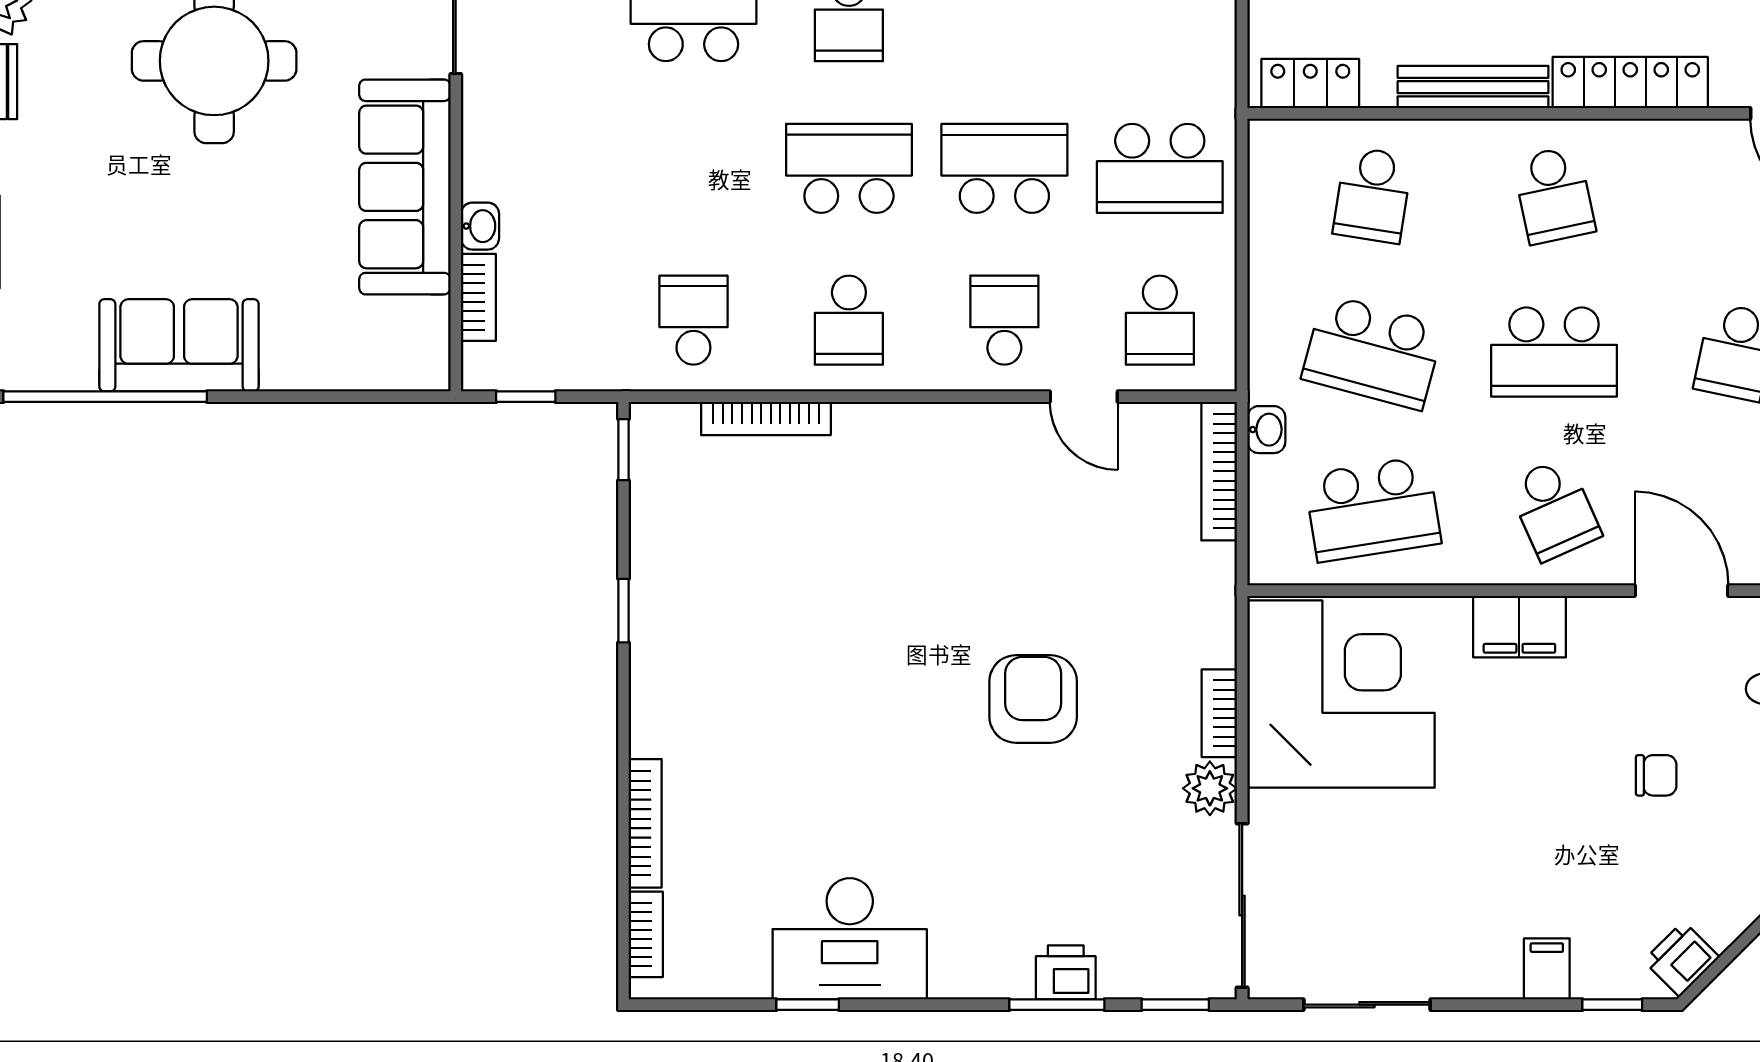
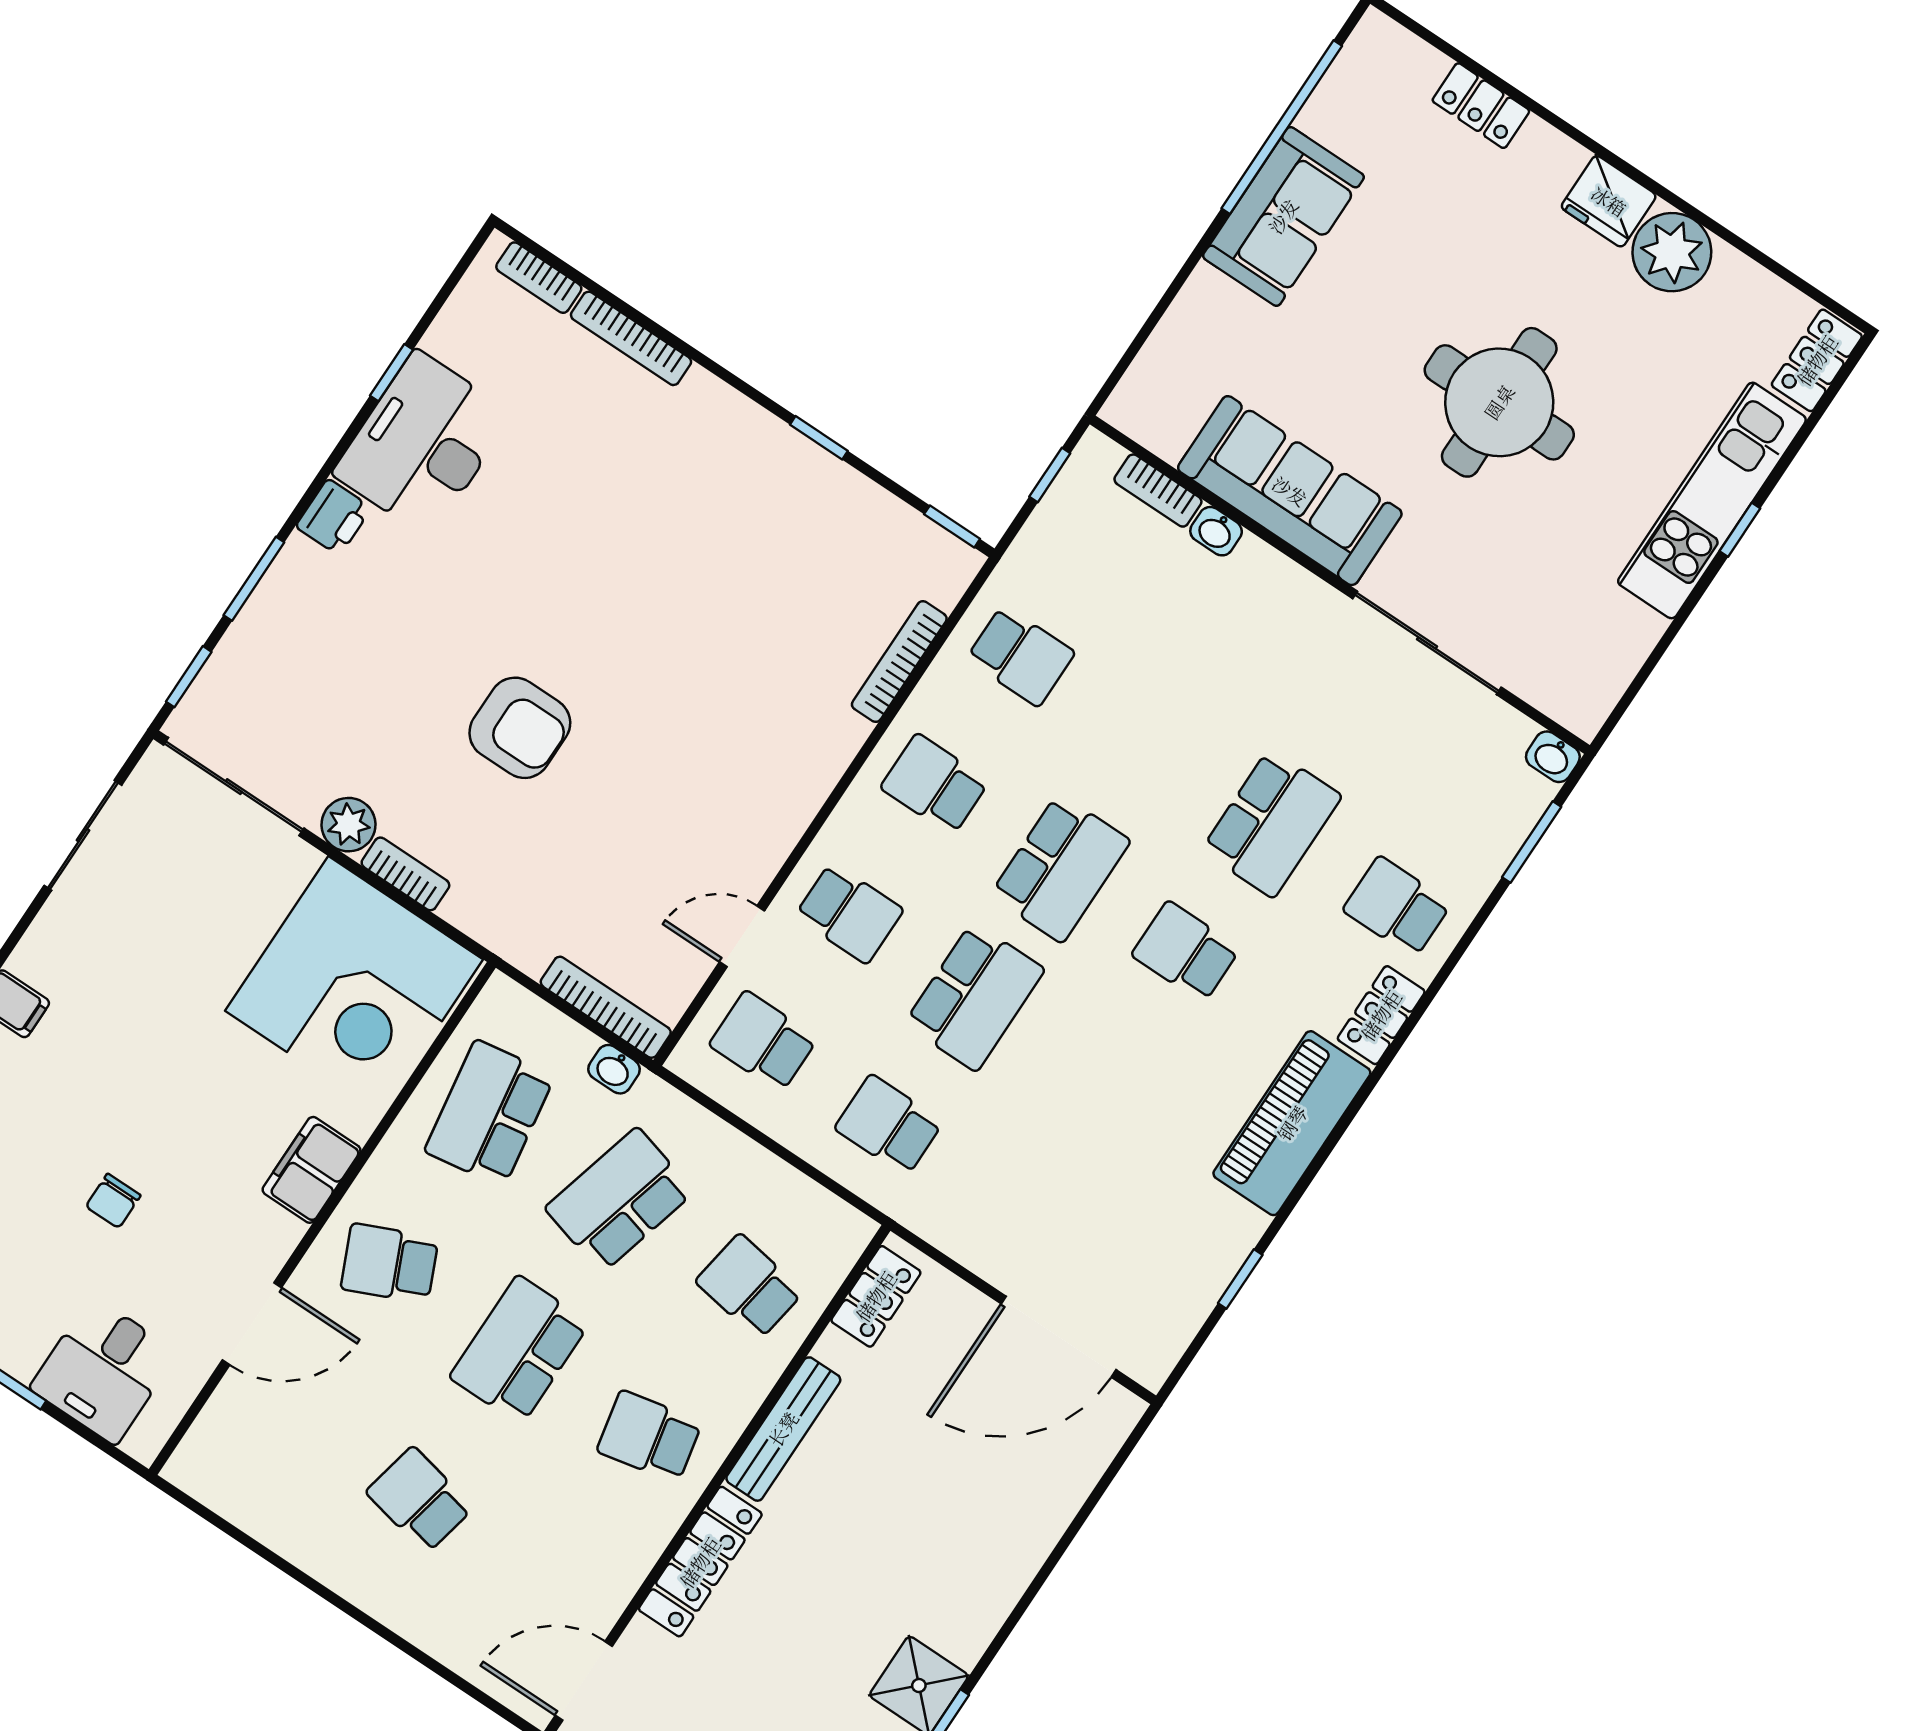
school desk: (1160, 168) -> (889, 1125), width x0.54
printer: (1066, 972) -> (334, 517), moved

